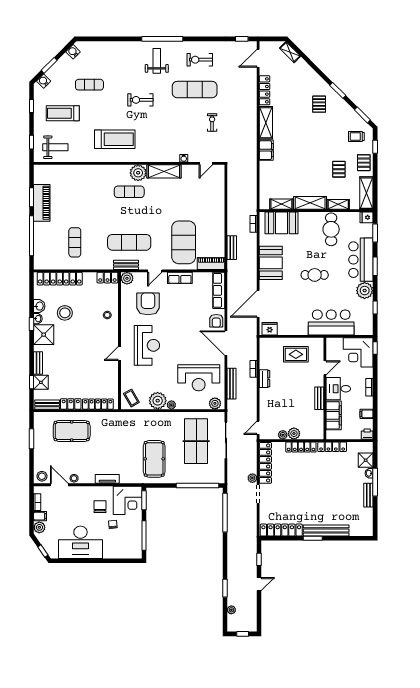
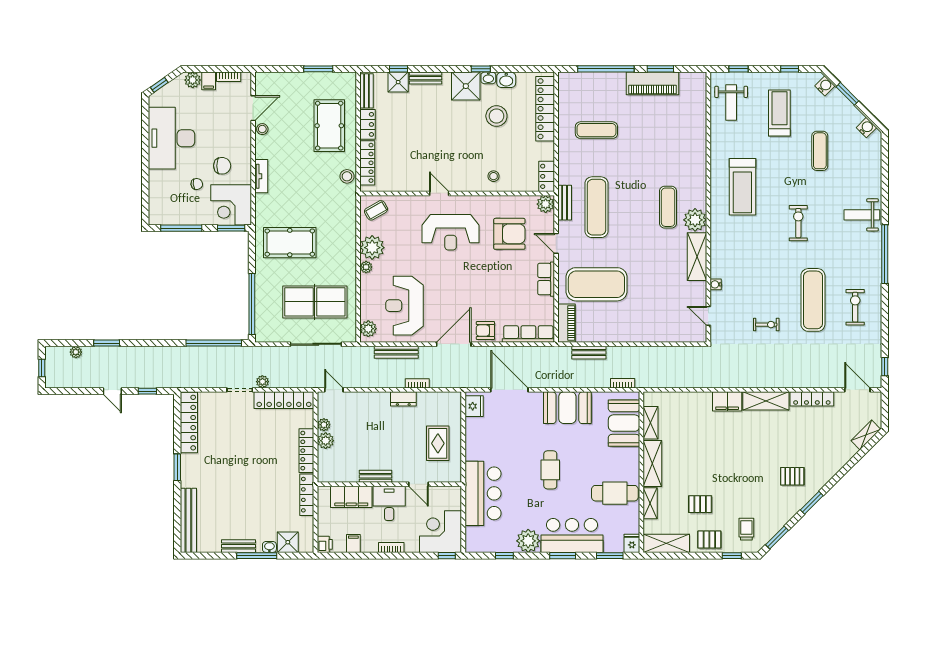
weight bench: (157, 61) -> (862, 215), moved, turned 180
stool: (42, 476) -> (347, 176), moved
bench: (326, 530) -> (188, 520), moved

